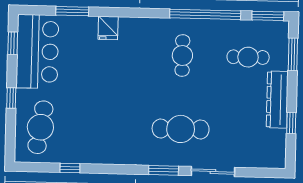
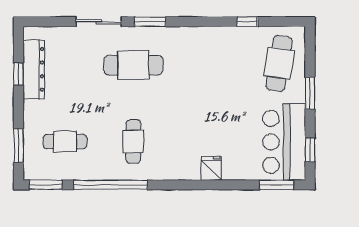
window: (72, 11) -> (276, 185), moved
window: (11, 98) -> (310, 93), width x1.50
dresser: (277, 100) -> (34, 69), moved

